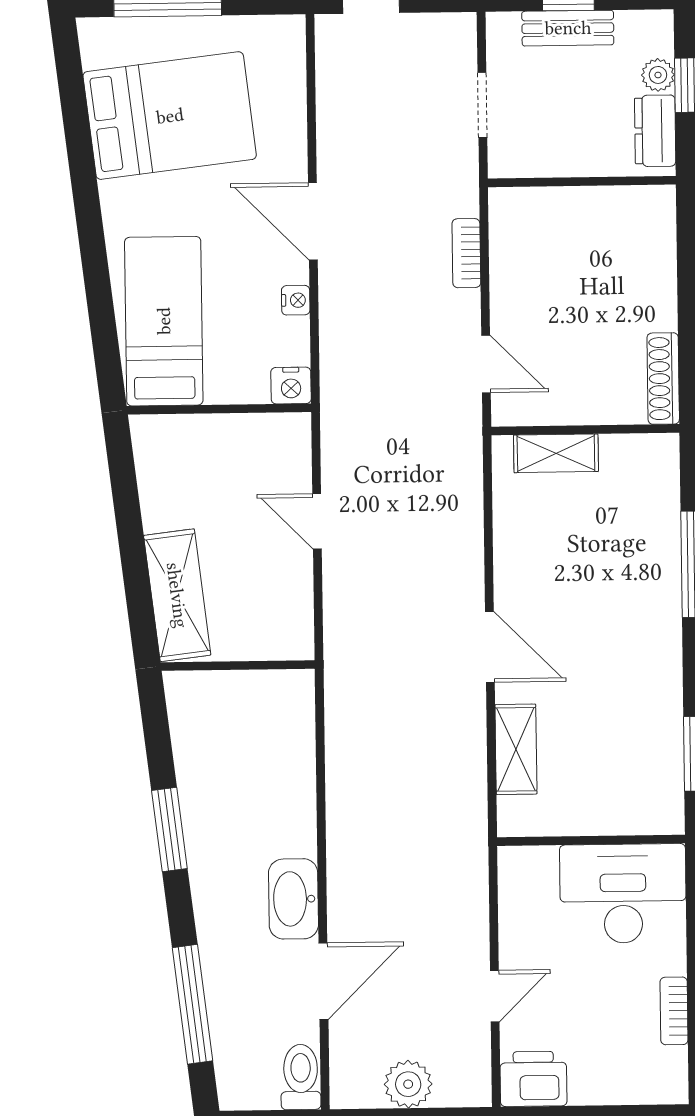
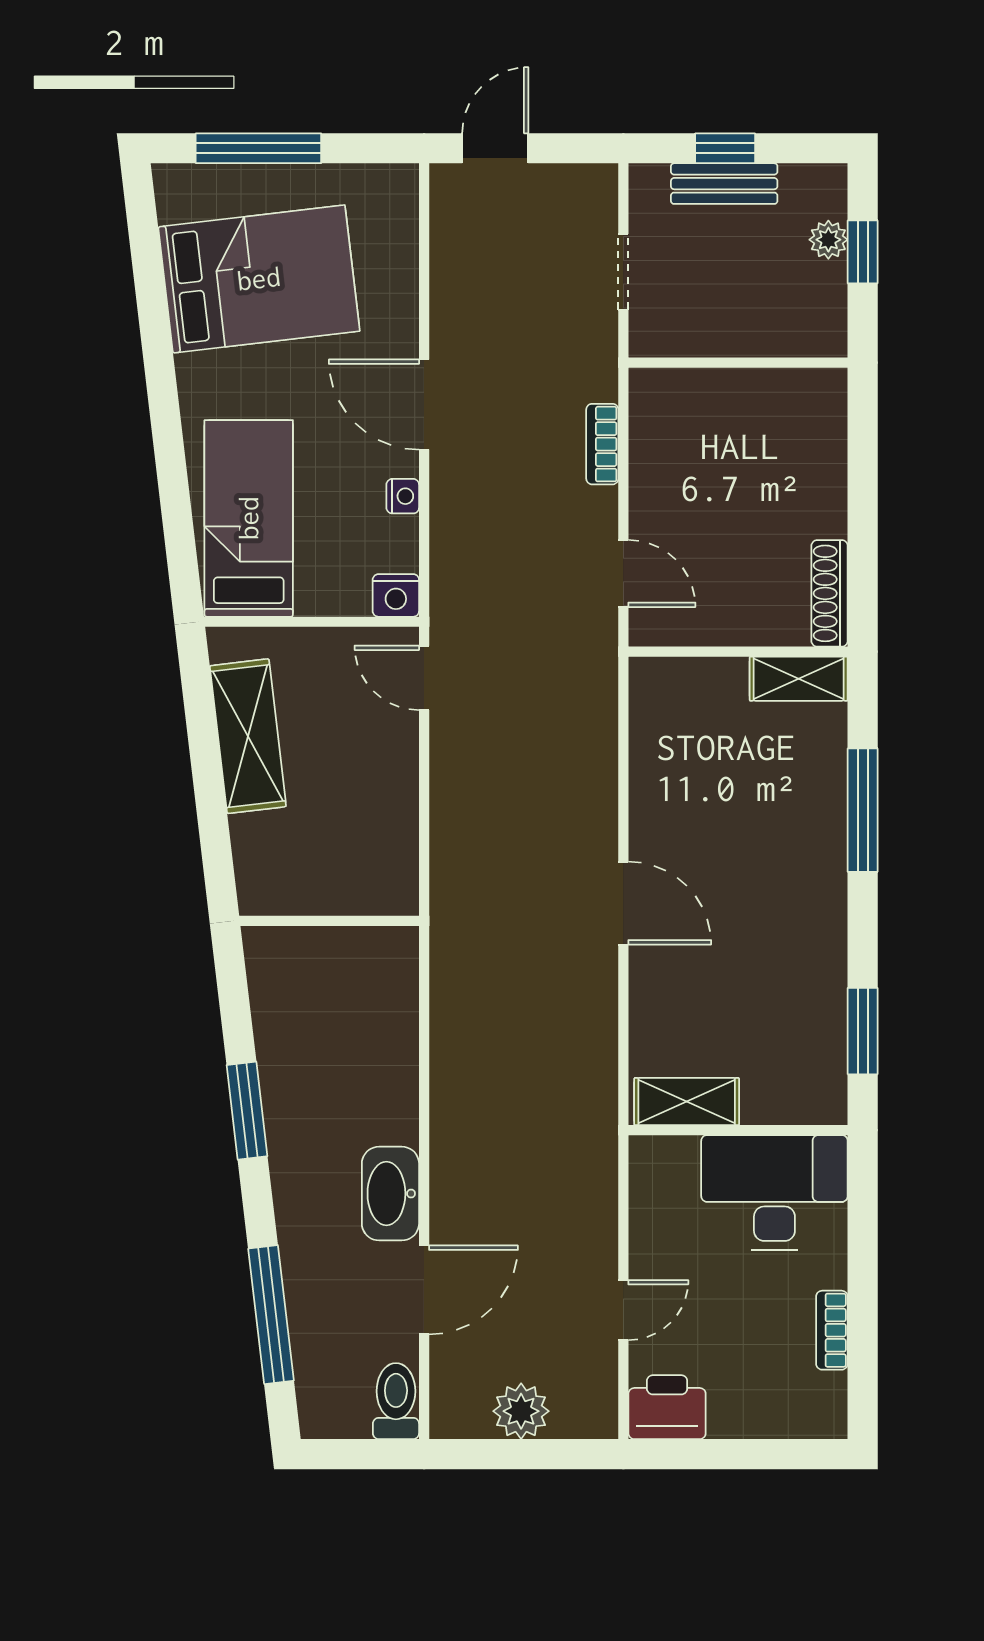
dresser: (655, 131) -> (824, 305), removed
shelving: (556, 453) -> (799, 679), moved
door: (317, 521) -> (424, 678), moved
shelving: (177, 595) -> (248, 736), moved
shelving: (516, 749) -> (687, 1101), moved, turned 90

